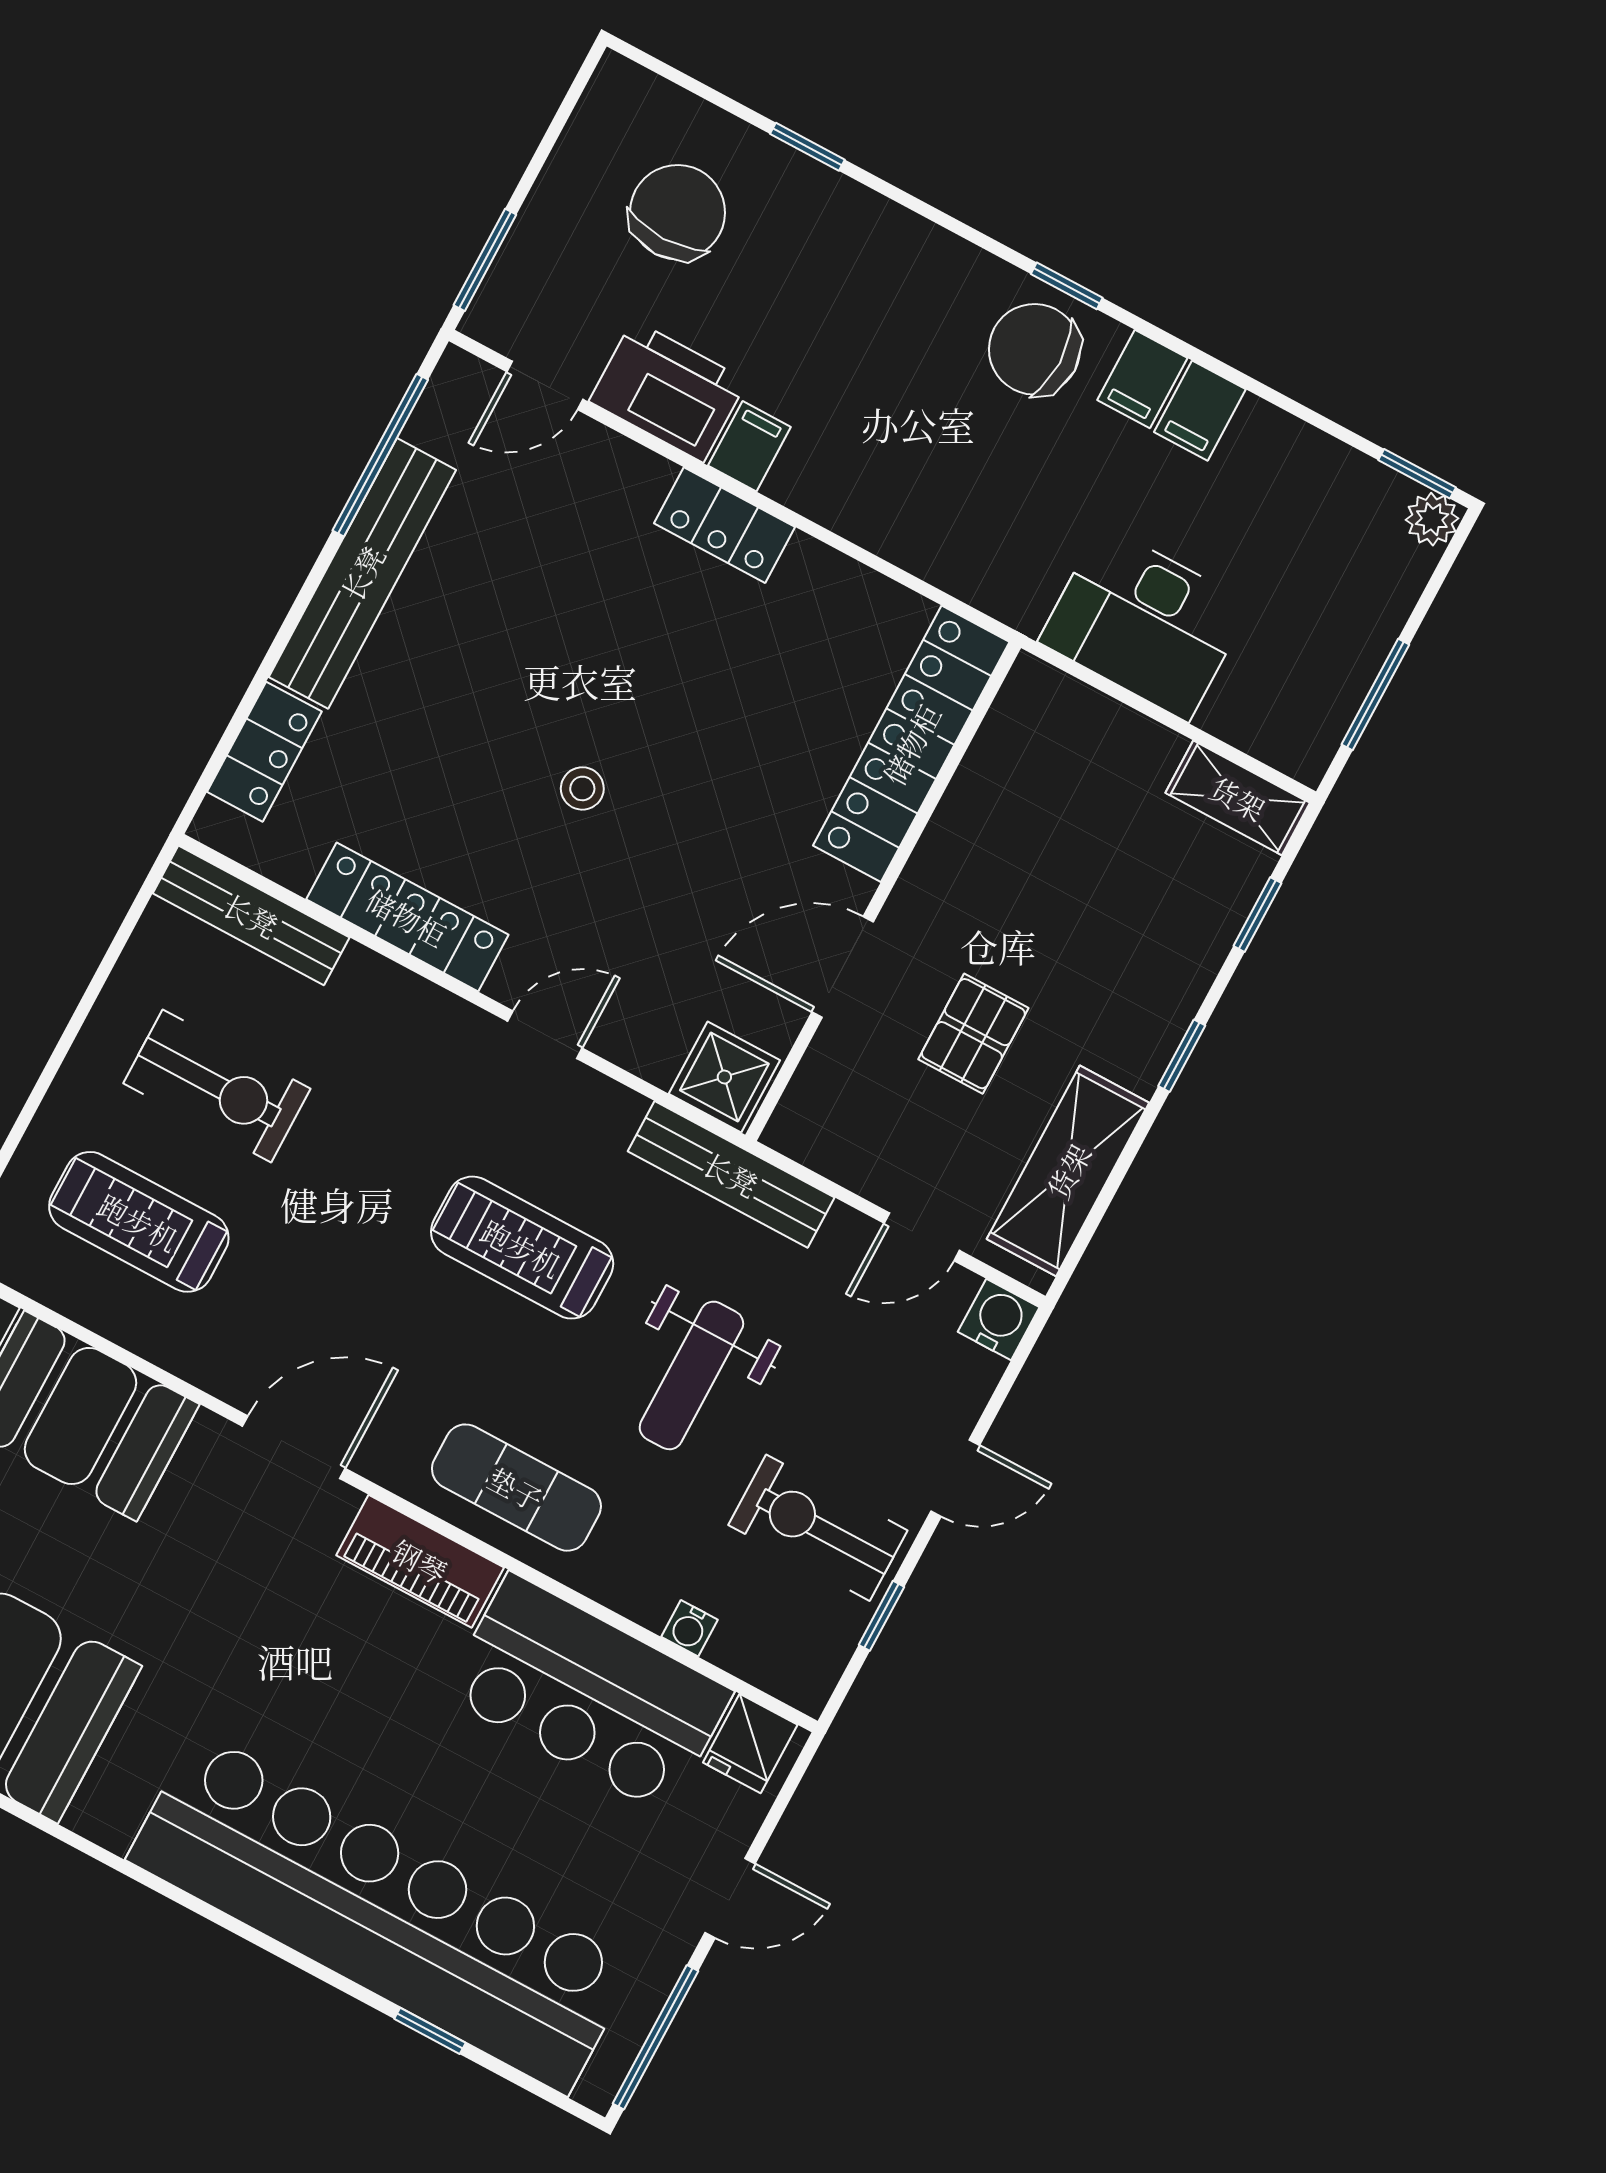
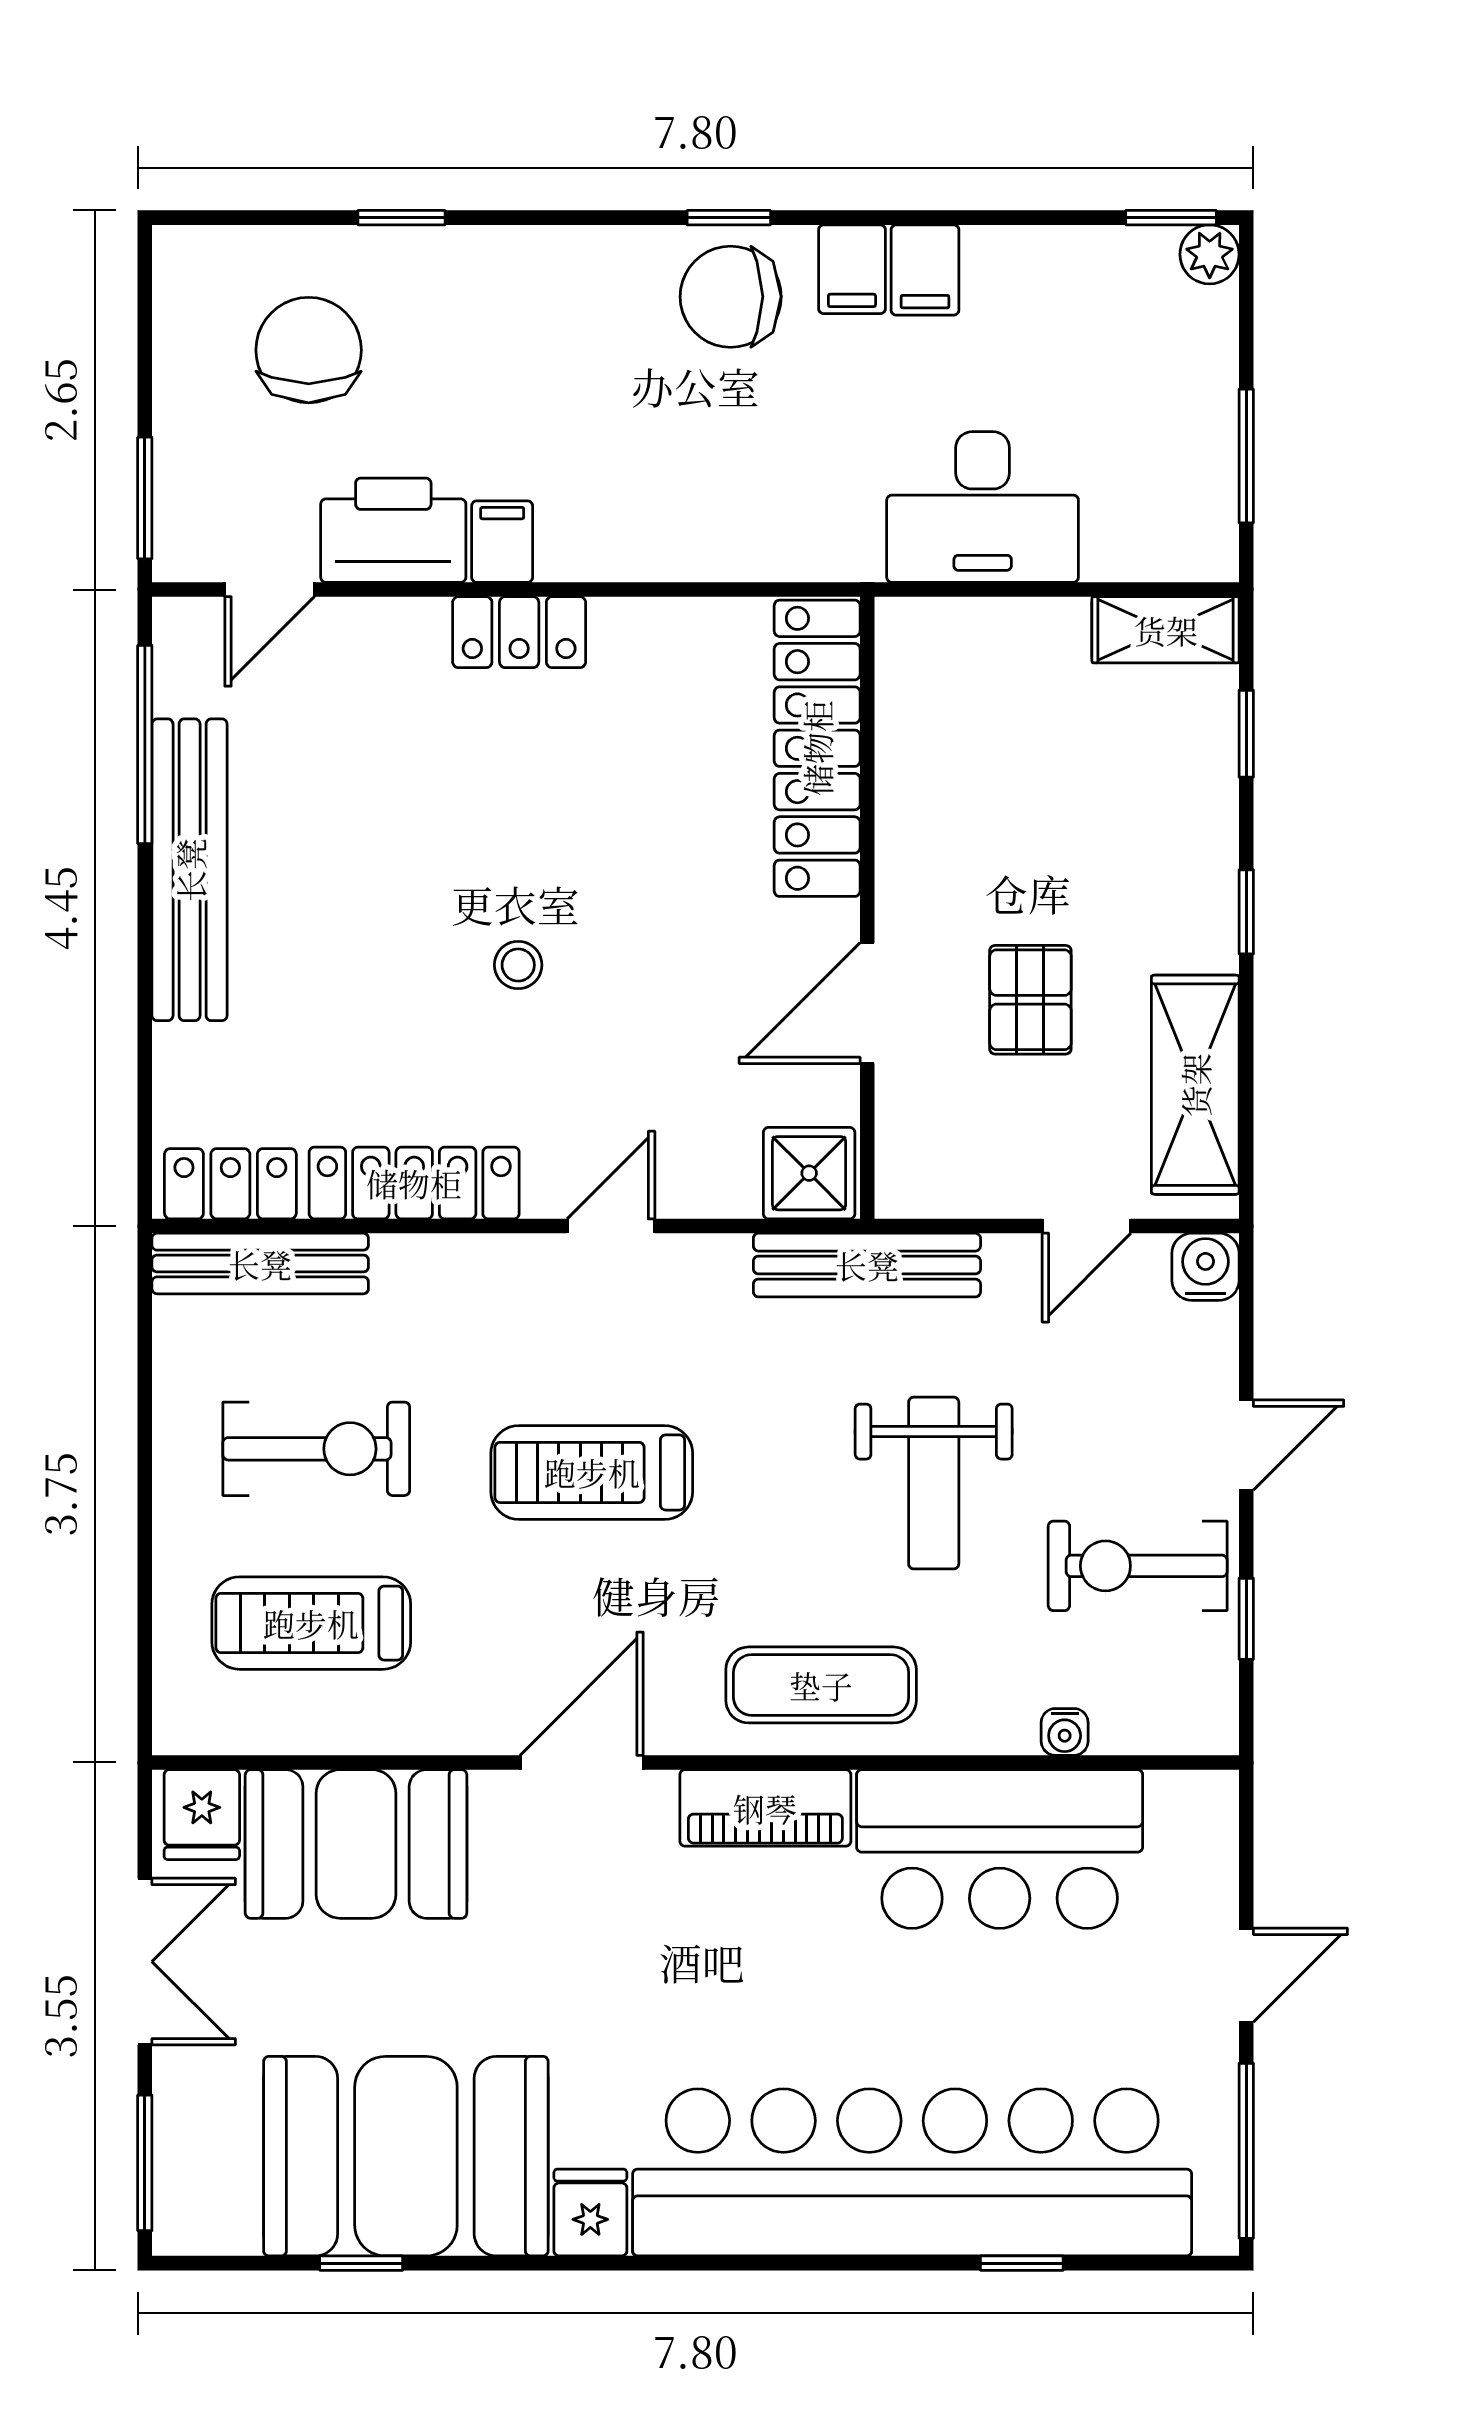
locker: (264, 752) -> (230, 1184), moved, turned -90
treadmill: (522, 1248) -> (592, 1472), moved
fridge: (750, 1744) -> (590, 2212), moved, turned 180

